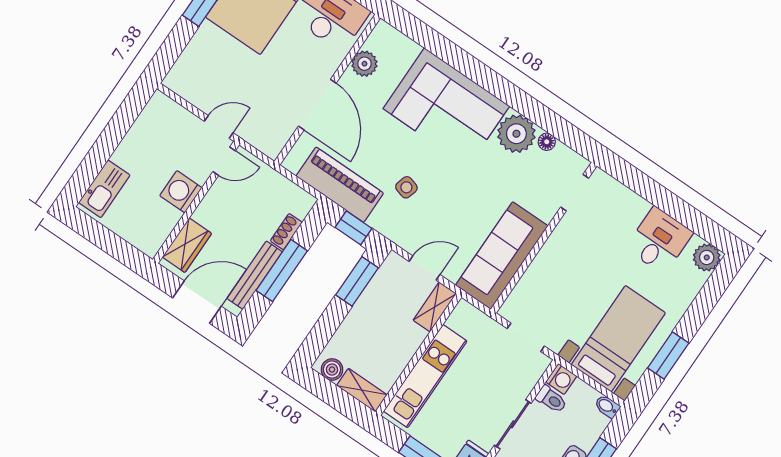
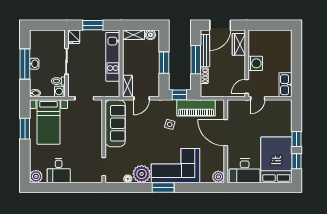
plant: (364, 64) -> (218, 177), moved
window: (495, 84) -> (163, 187), added
kitchen sink: (104, 189) -> (285, 85), moved
window: (357, 281) -> (164, 63), moved

